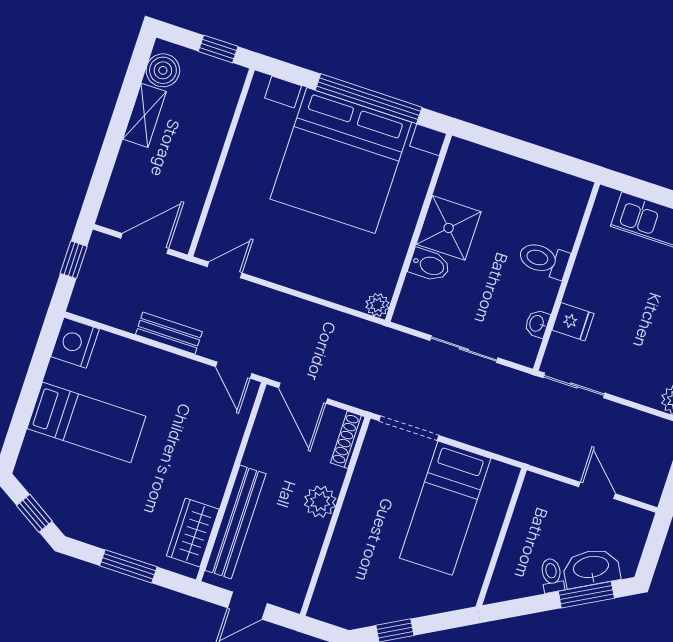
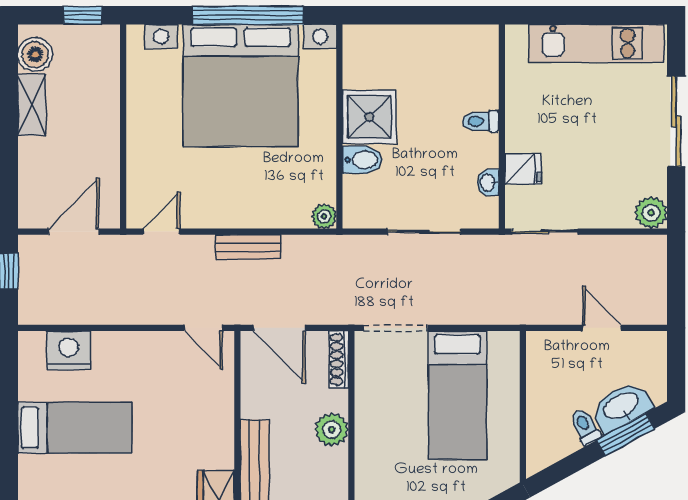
toilet: (544, 260) -> (481, 121), width x0.73, depth x0.72
bench: (169, 333) -> (248, 247), moved
nightstand: (75, 343) -> (69, 350), moved, turned 90

